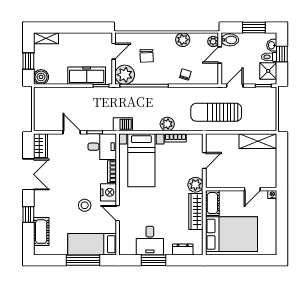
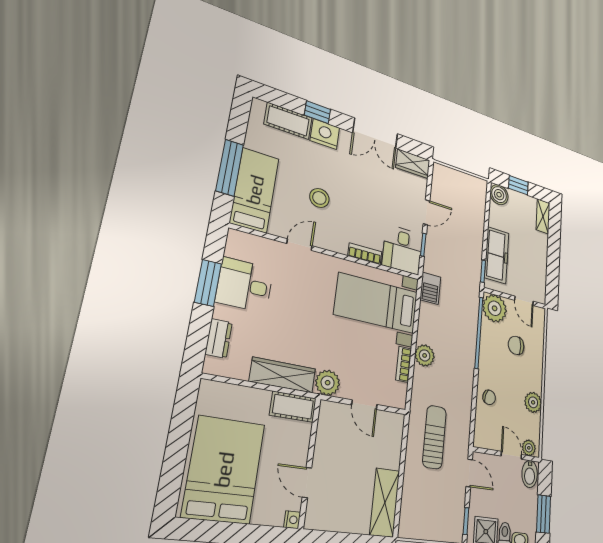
sun lounger: (216, 112) -> (434, 437), width x0.73, depth x0.75
nightstand: (108, 192) -> (325, 134), moved, turned 180
bed: (231, 234) -> (224, 470), moved, turned 180

